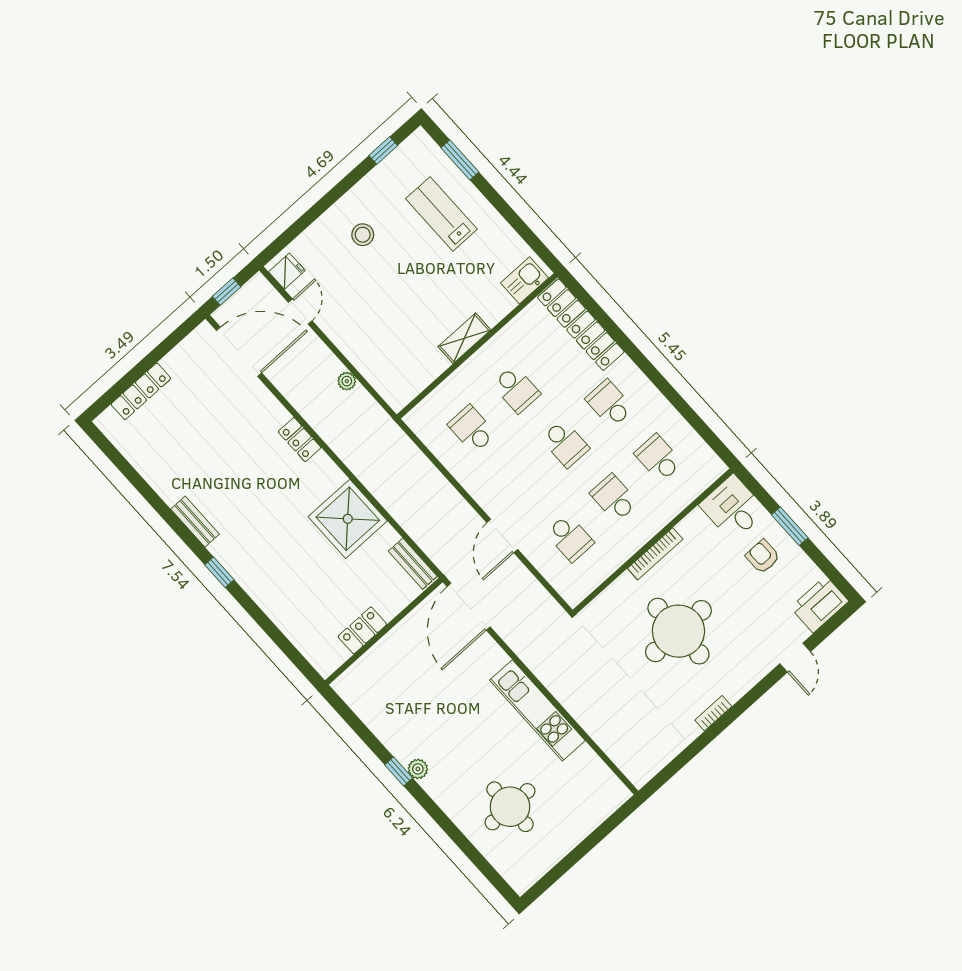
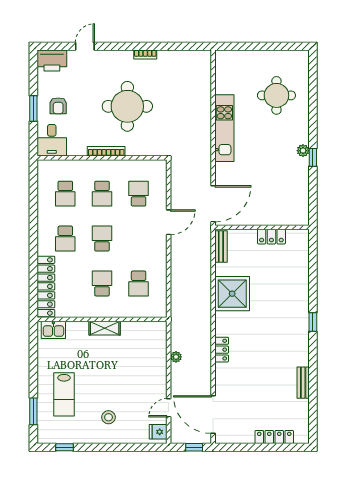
bench: (195, 522) -> (303, 383), moved

